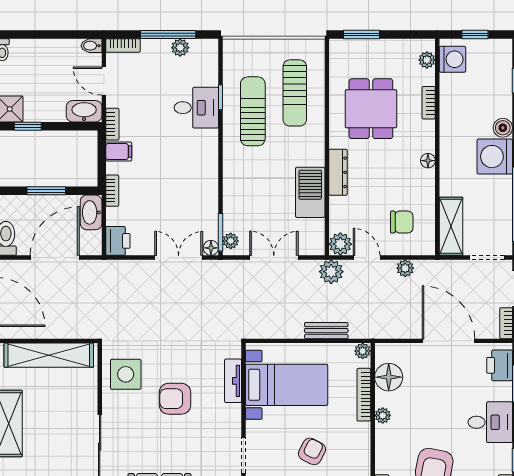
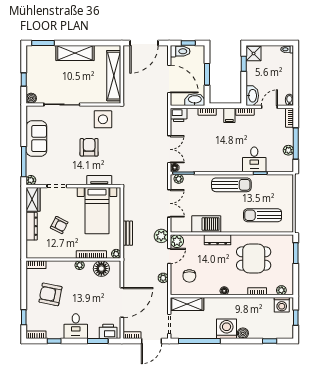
sun lounger: (253, 111) -> (231, 185), moved

